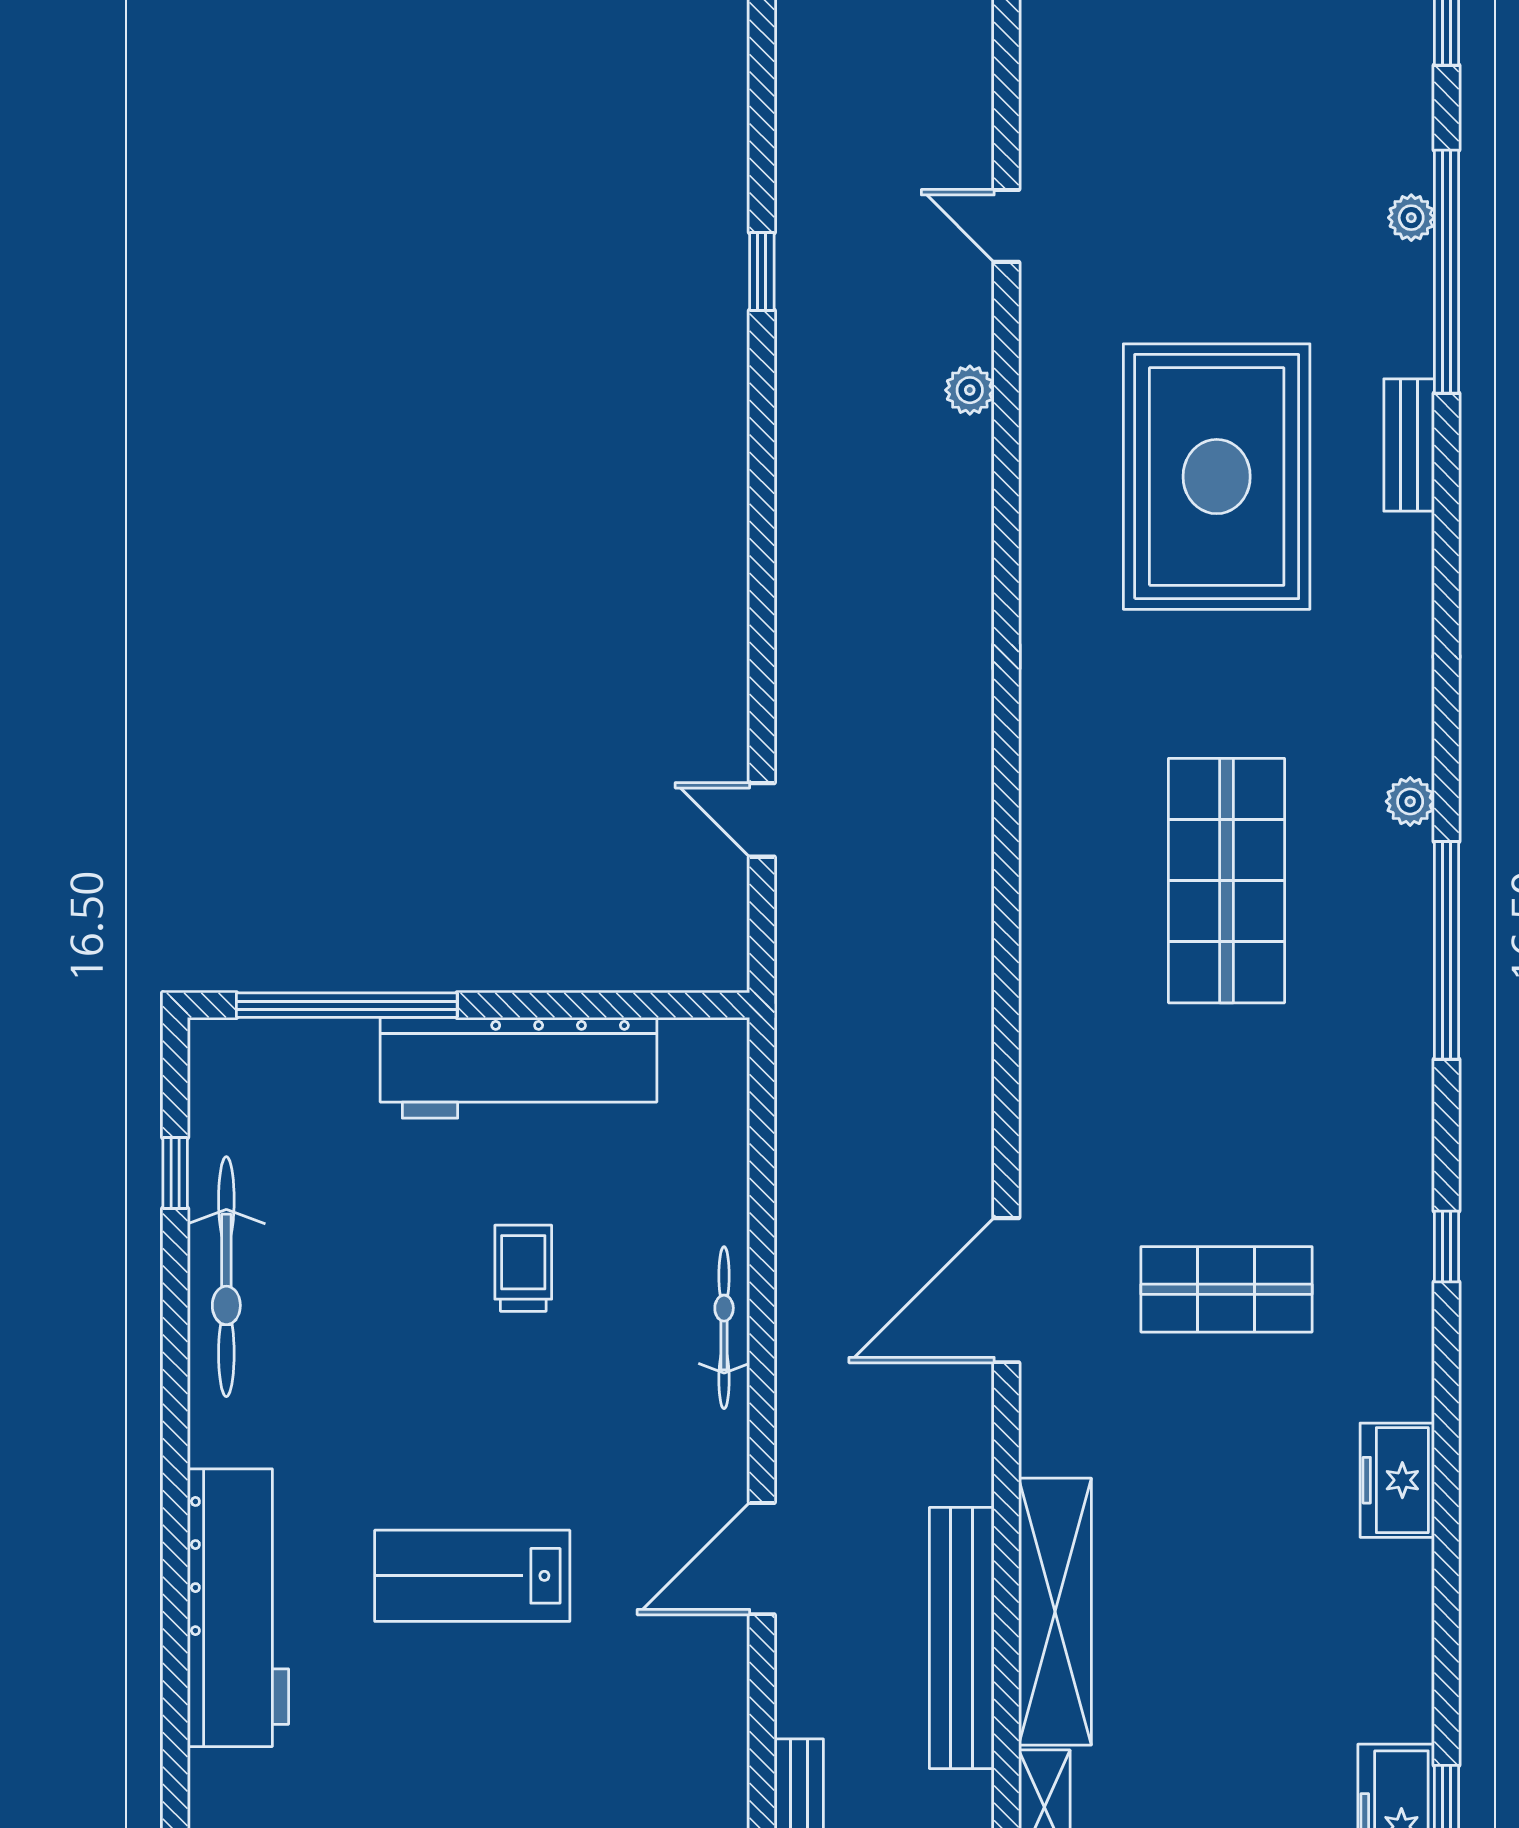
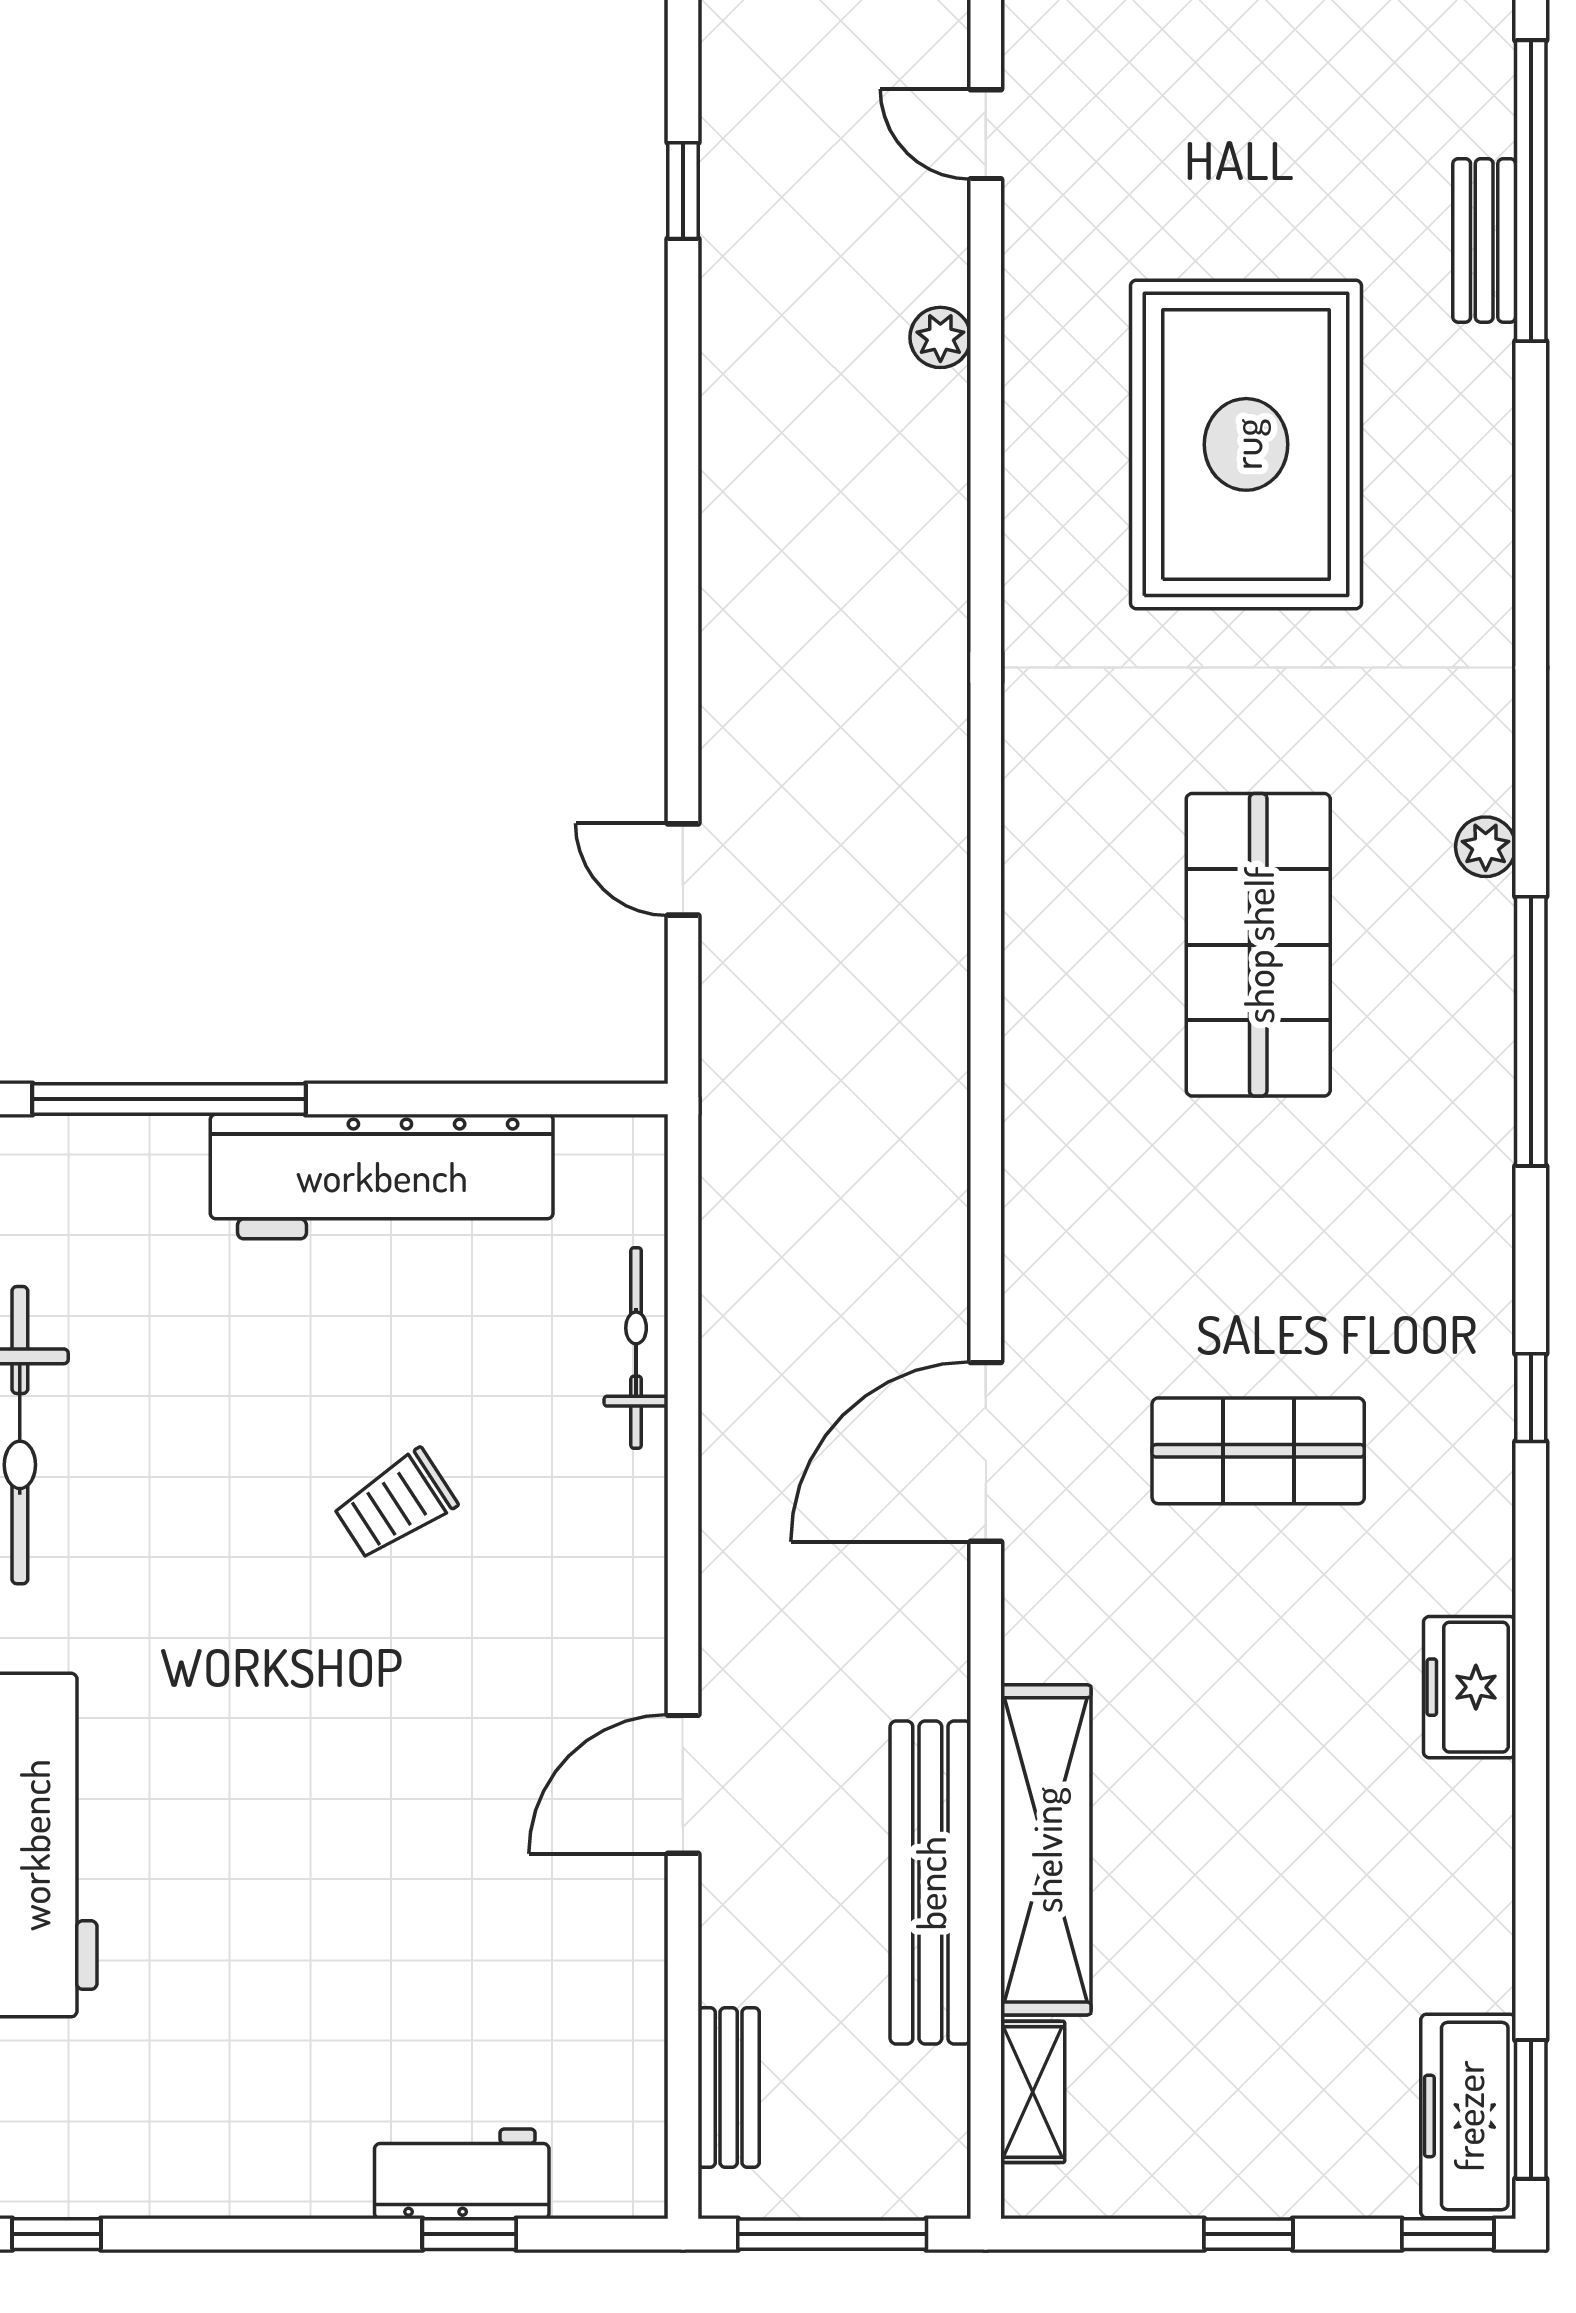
plant: (1411, 218) -> (1487, 124), removed
bench: (1409, 445) -> (1484, 240), moved
trolley: (523, 1268) -> (395, 1505), moved, turned -123
bicycle: (724, 1328) -> (636, 1348), moved
lab bench: (472, 1576) -> (324, 1806), removed

